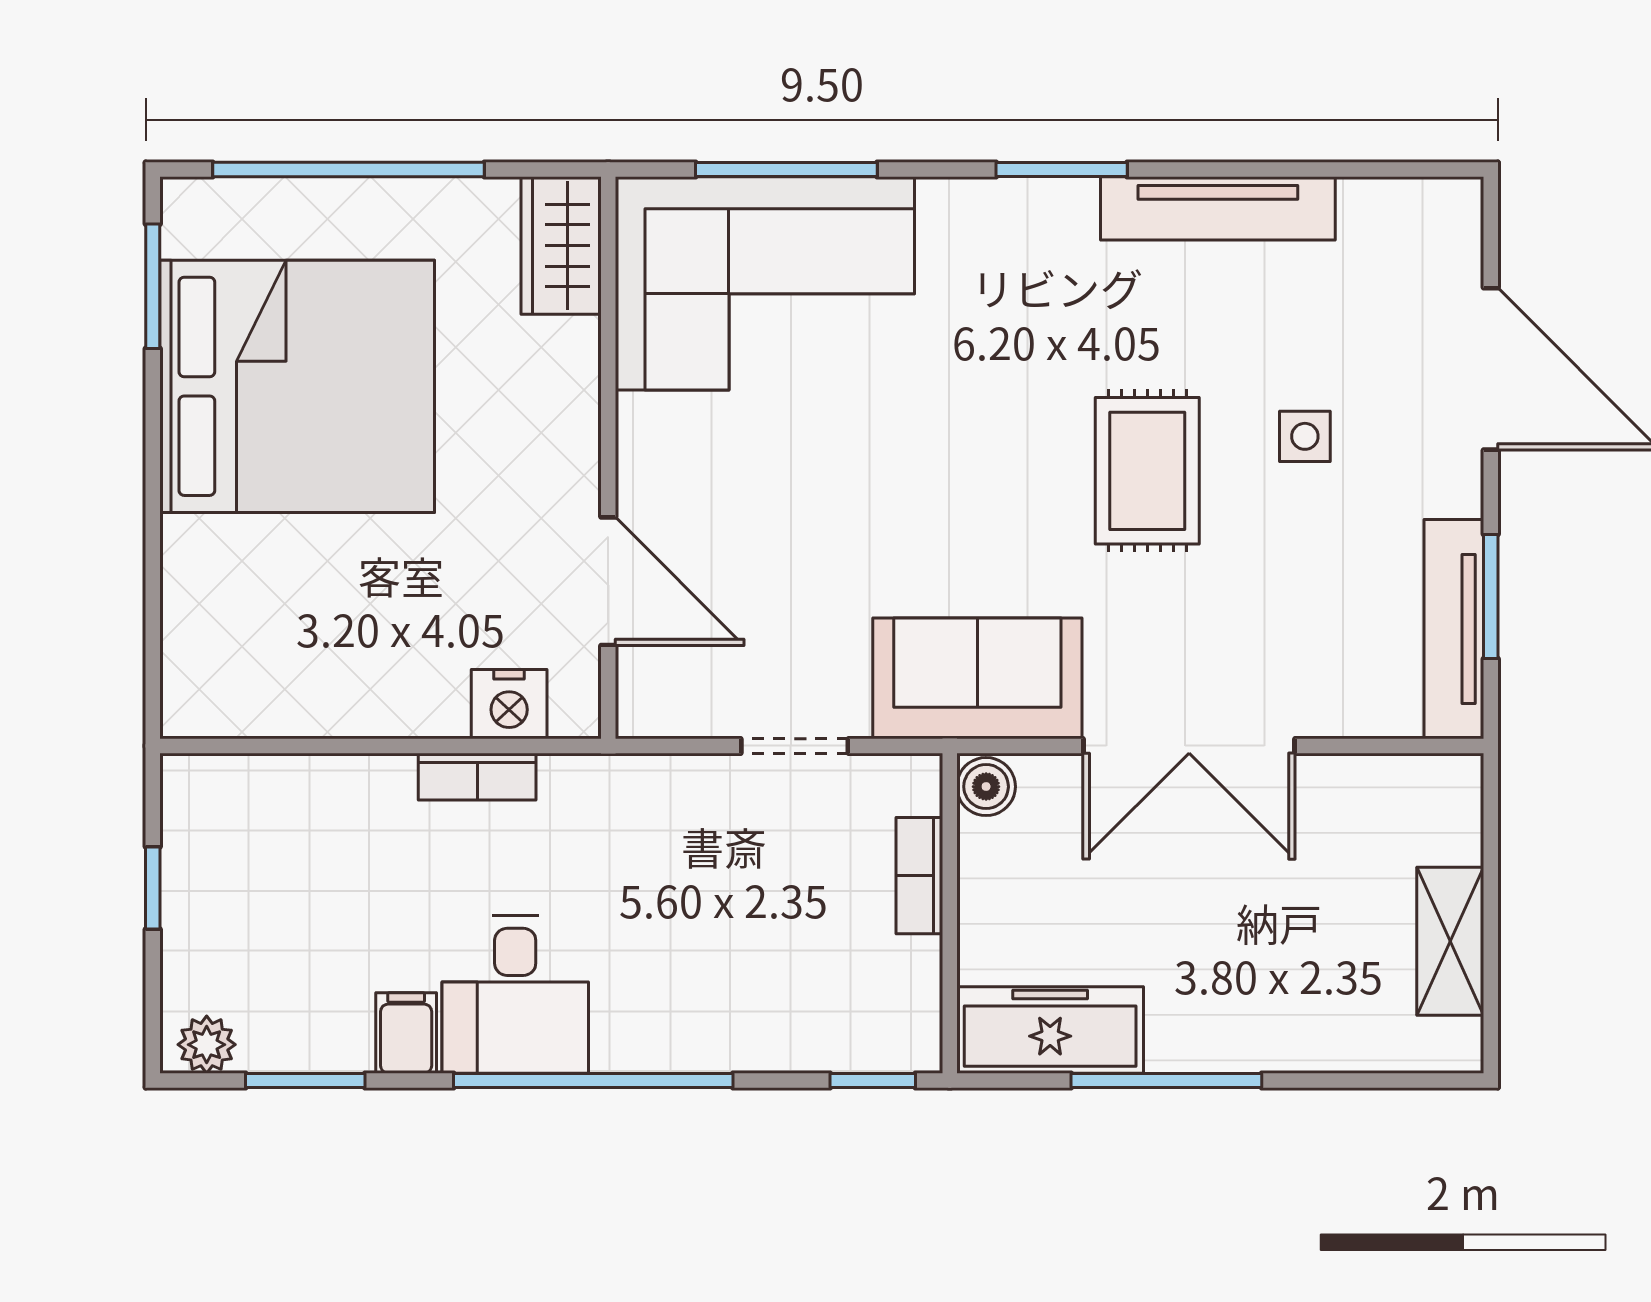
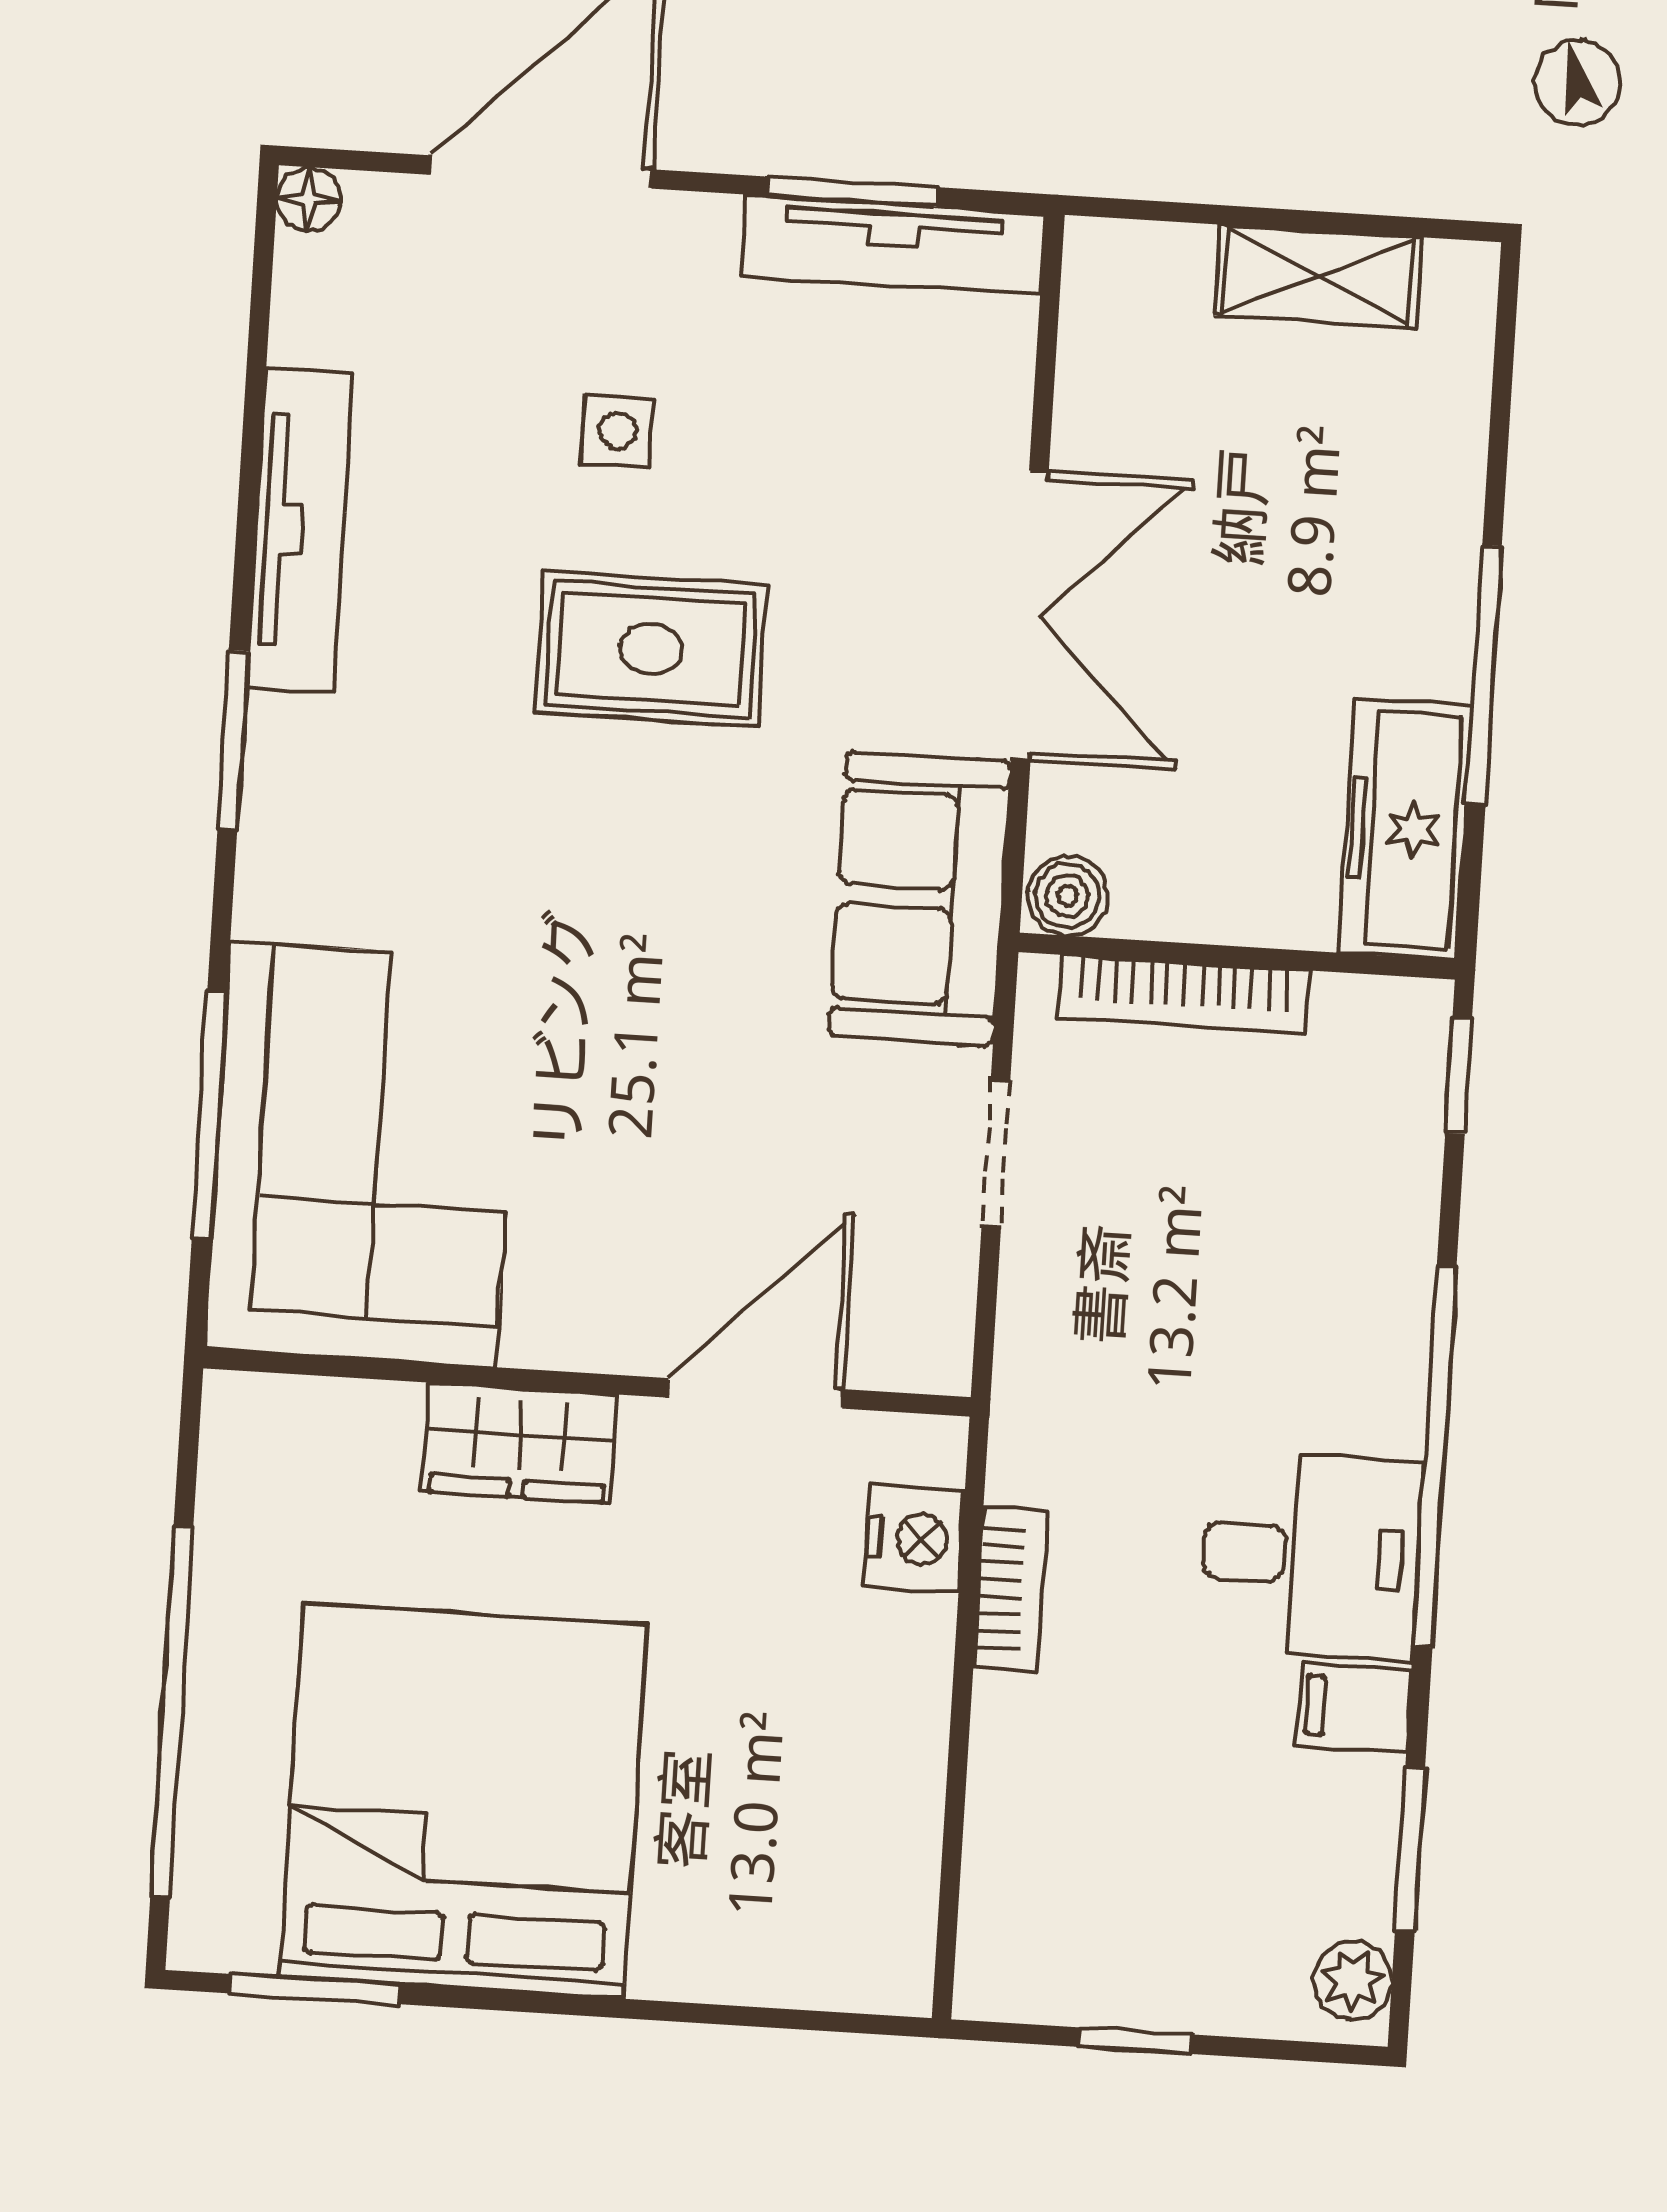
floor lamp: (1460, 200) -> (309, 199), added
wardrobe: (561, 245) -> (519, 1443), moved
bookcase: (919, 876) -> (1184, 994), width x1.56

